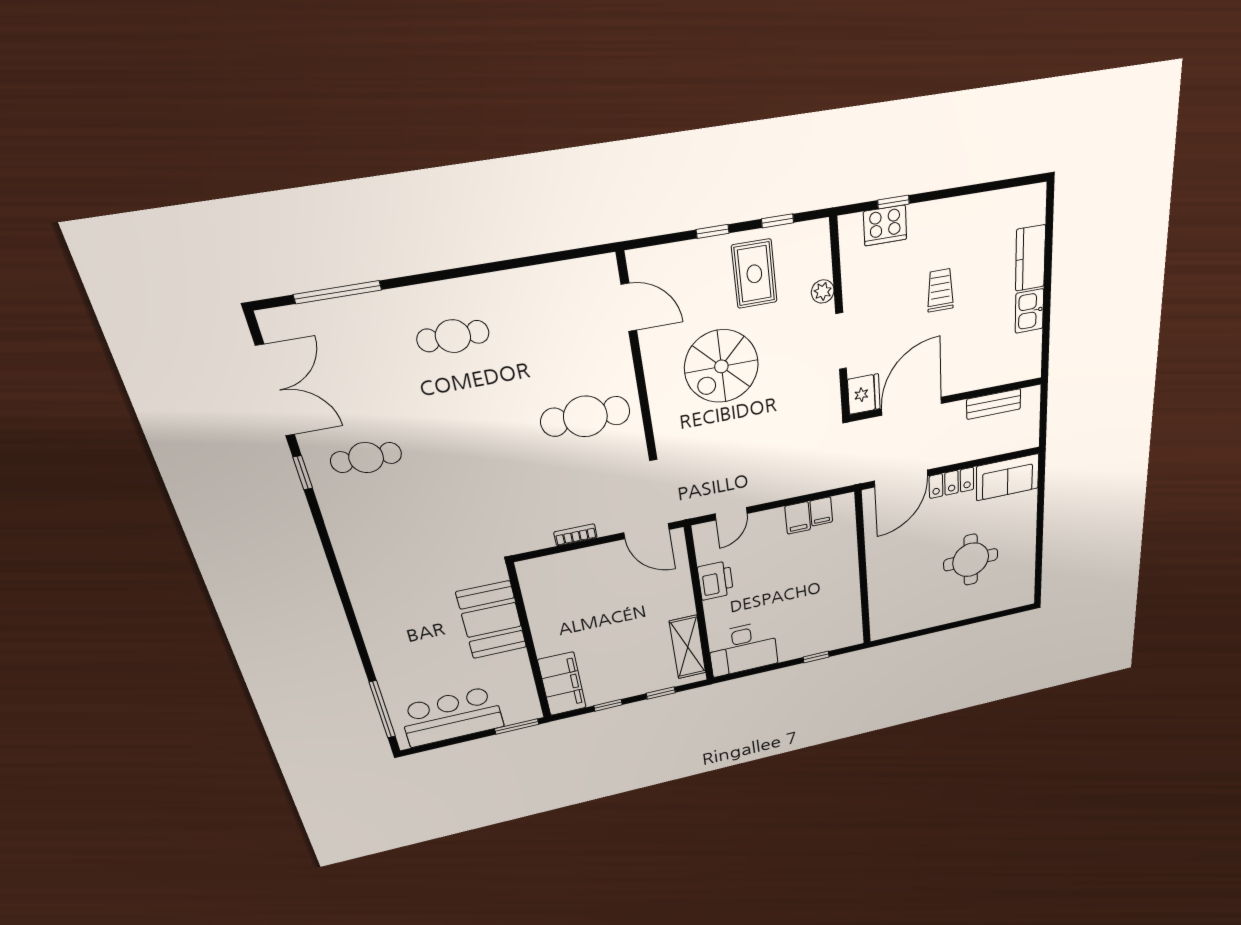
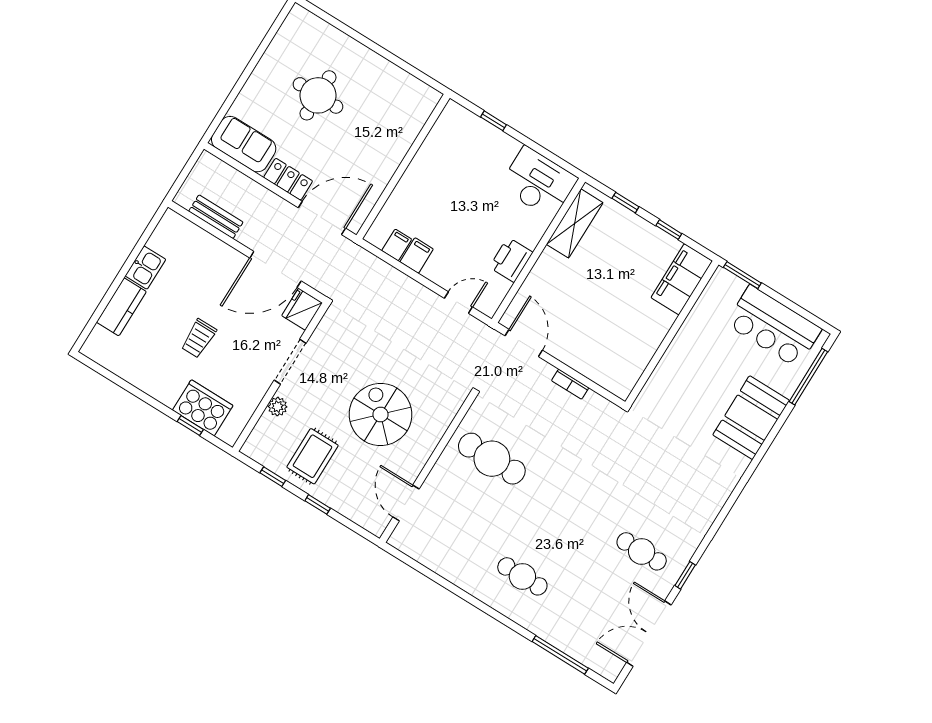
cooker: (885, 225) -> (203, 408), width x1.37, depth x1.31
spiral stairs: (721, 366) -> (380, 414), turned -90
booth: (492, 620) -> (751, 418), moved

